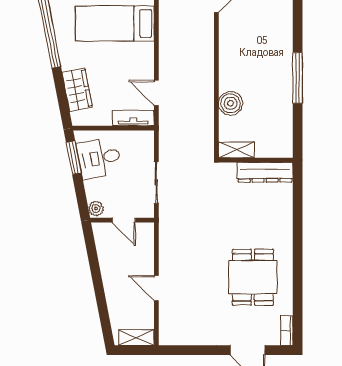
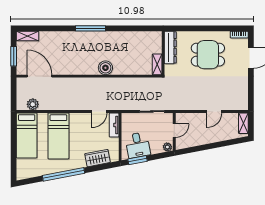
shelving: (236, 150) -> (157, 64), moved
wall: (256, 160) -> (163, 53), moved
dresser: (265, 172) -> (170, 47), moved

